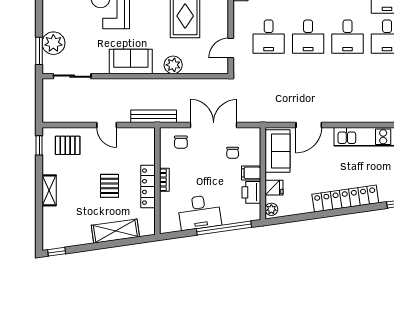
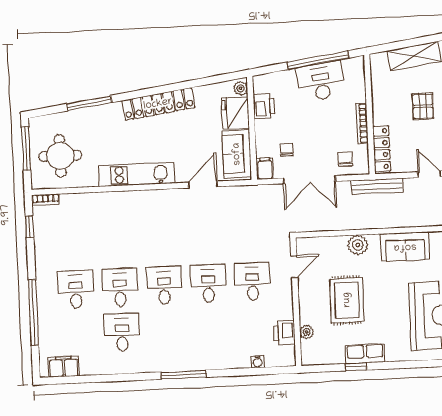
filing cabinet: (251, 173) -> (265, 169), moved, turned -90
bookcase: (164, 180) -> (362, 123), width x1.56
locker: (148, 187) -> (382, 149), moved
fridge: (274, 188) -> (235, 113), width x1.88, depth x1.34
window: (224, 228) -> (318, 60), moved

